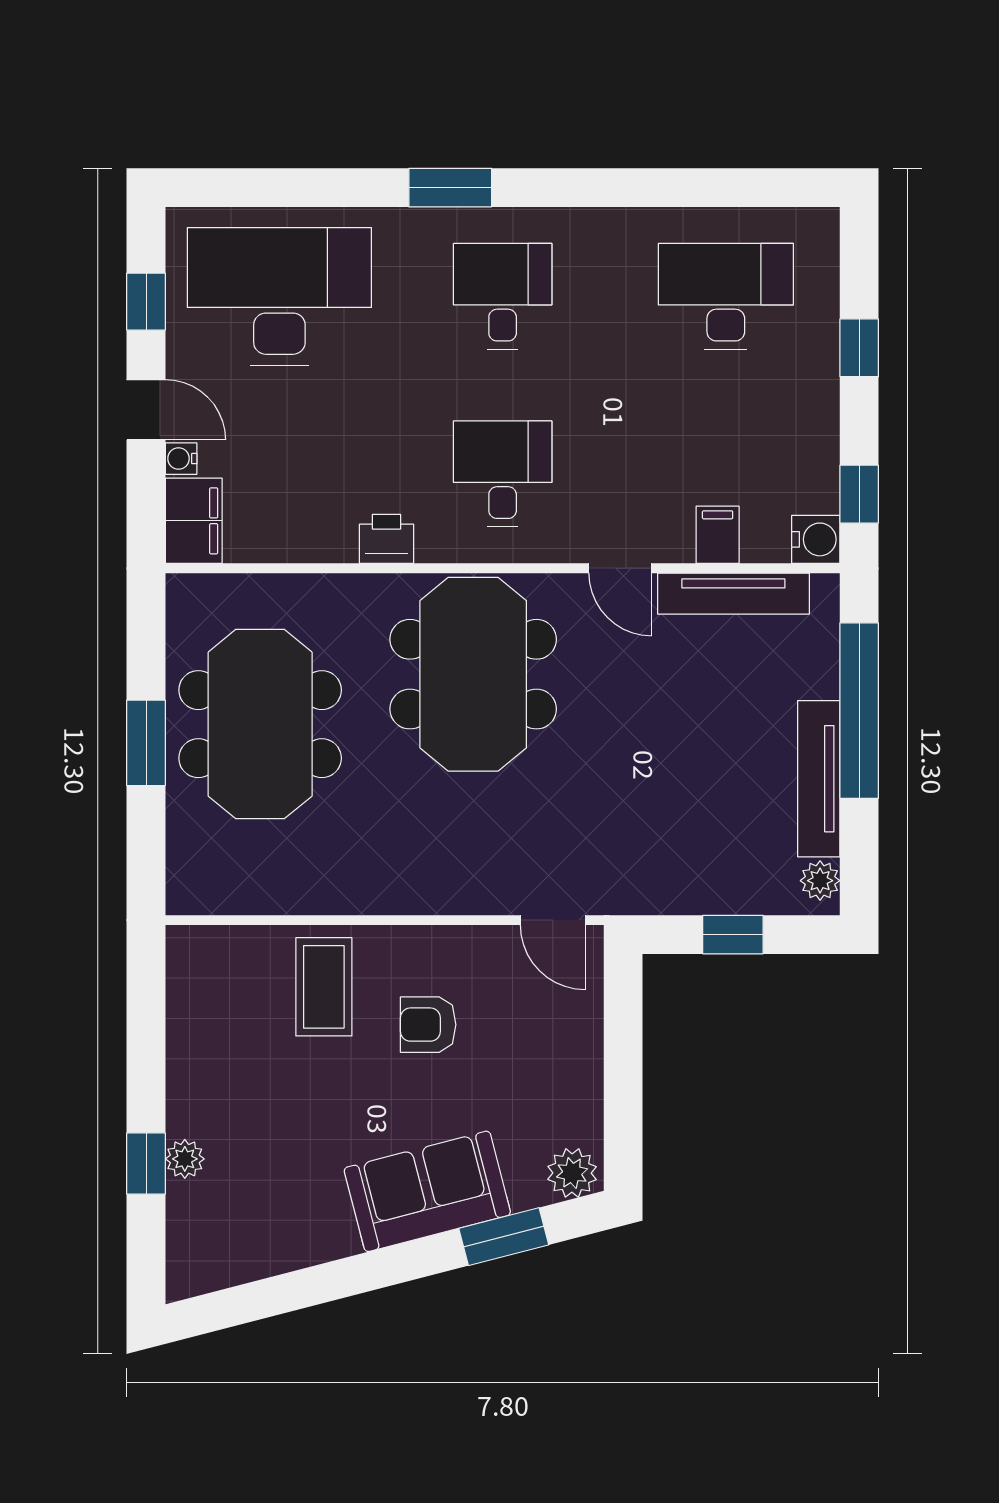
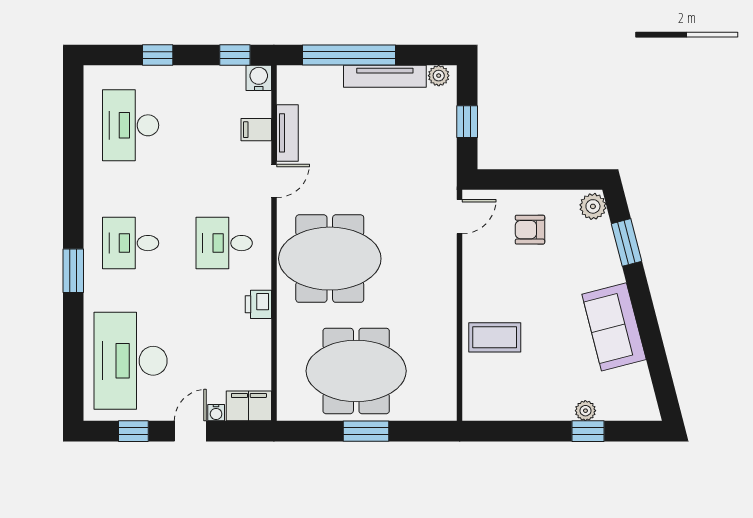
tv unit: (733, 594) -> (287, 133), width x0.71
armchair: (428, 1025) -> (530, 230), moved, turned 90
sofa: (427, 1191) -> (614, 327), moved

